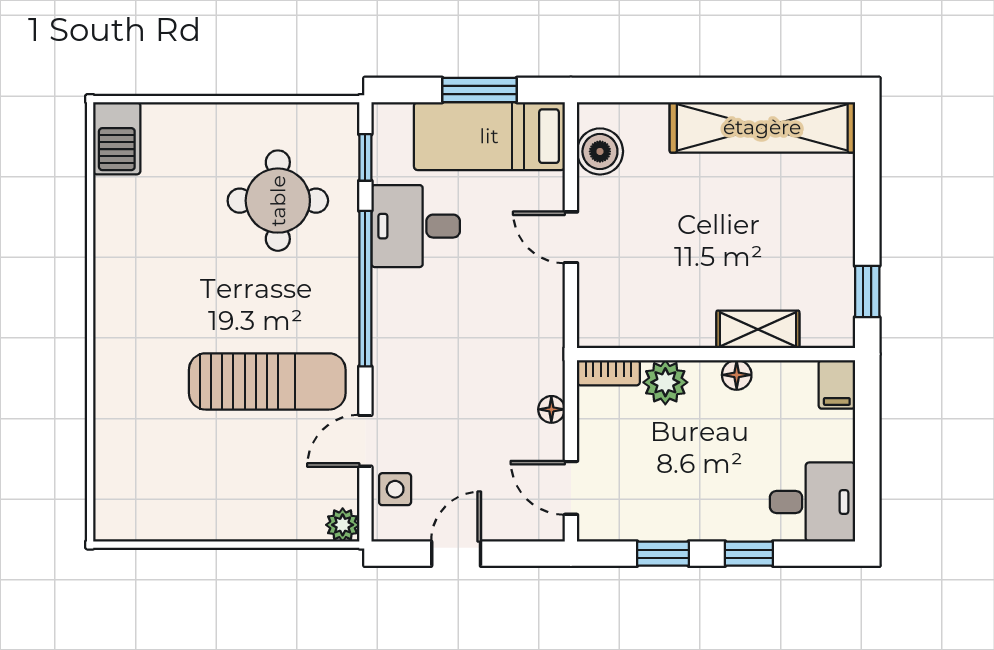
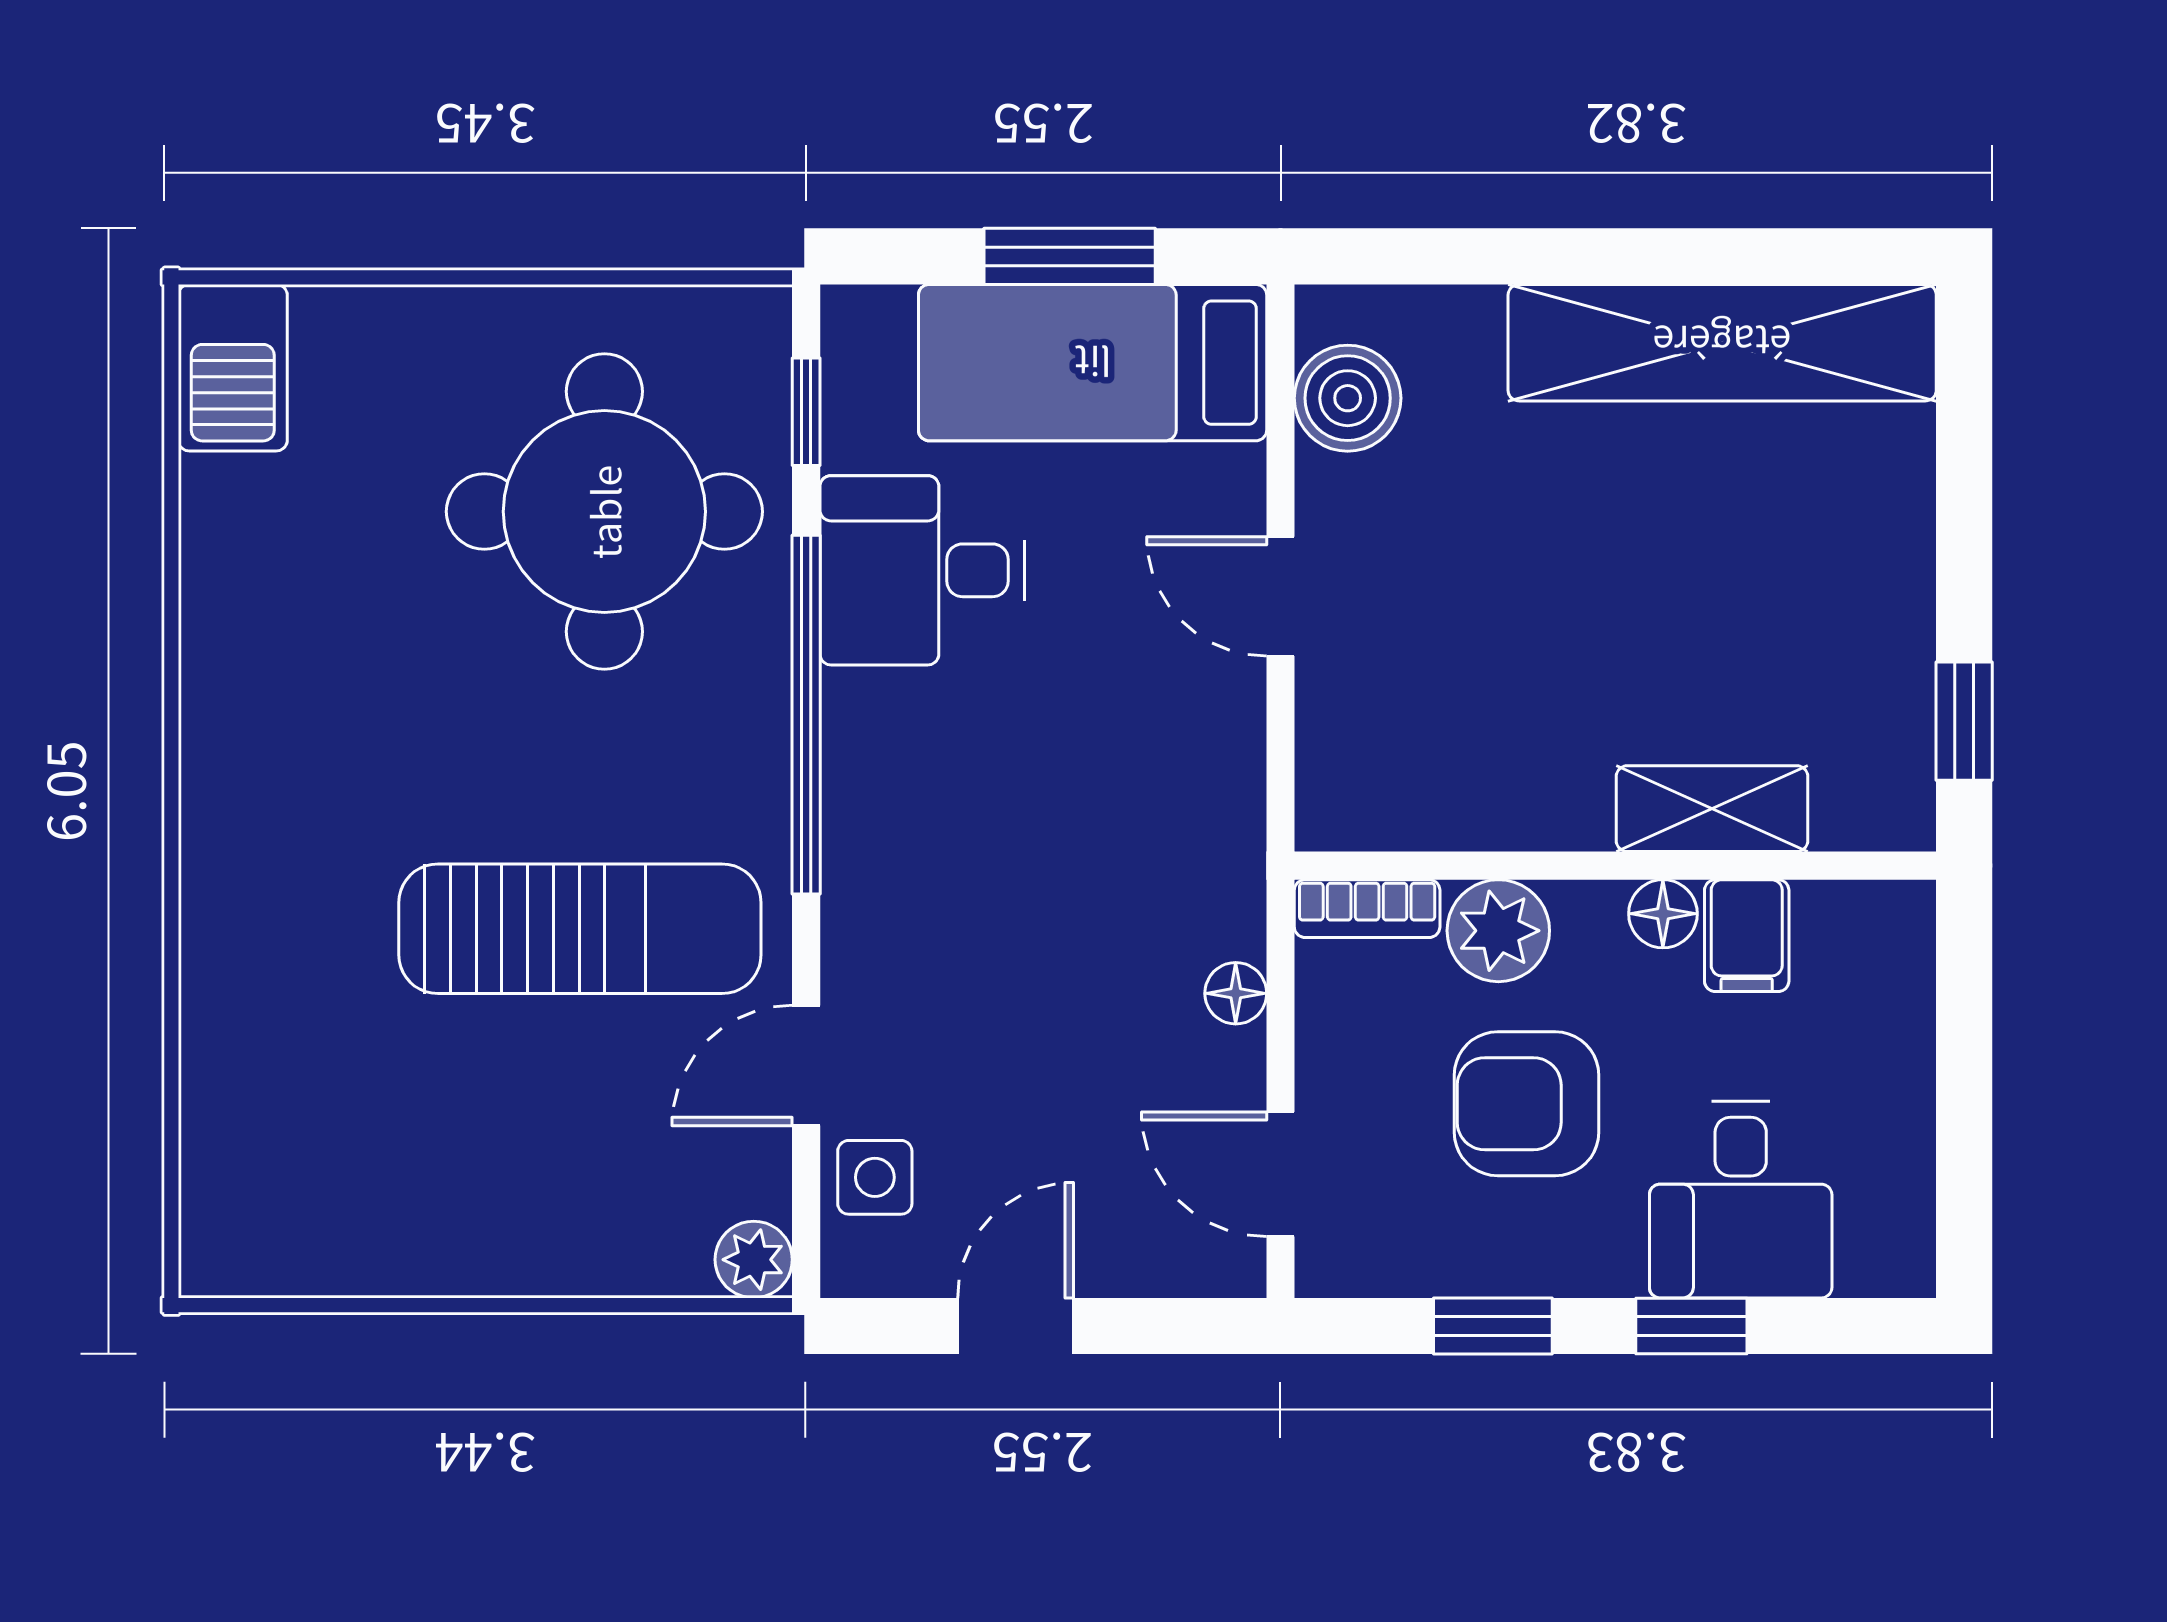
round table: (278, 201) -> (604, 512), width x1.36, depth x1.36
filing cabinet: (837, 384) -> (1747, 936), moved
armchair: (677, 457) -> (1526, 1104), added
desk: (812, 502) -> (1741, 1200), moved, turned 90

